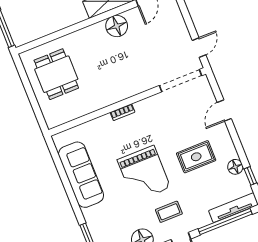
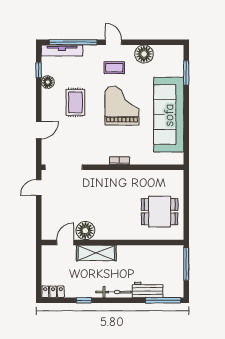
floor lamp: (117, 26) -> (85, 231), moved
dining table: (56, 74) -> (160, 212), turned 90
rug: (196, 157) -> (75, 102), turned 90
sofa: (81, 175) -> (169, 115), width x1.36, depth x1.27

